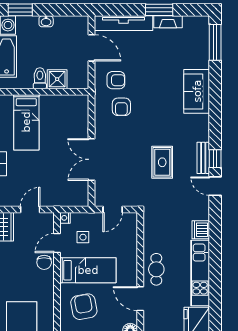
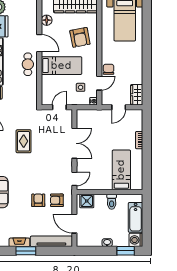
shower: (57, 79) -> (87, 201), moved
armchair: (121, 107) -> (38, 200), moved
door: (92, 110) -> (74, 179), added
bed: (88, 270) -> (61, 66), moved, turned 180

